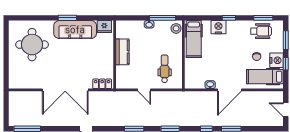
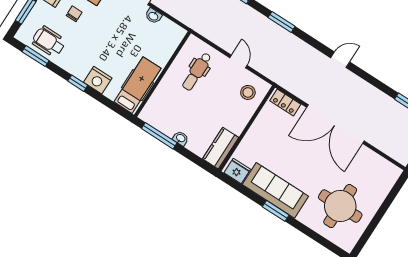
stool: (176, 28) -> (248, 92), moved
kitchen counter: (122, 52) -> (221, 148), moved
double door: (65, 90) -> (335, 124), swing flipped

